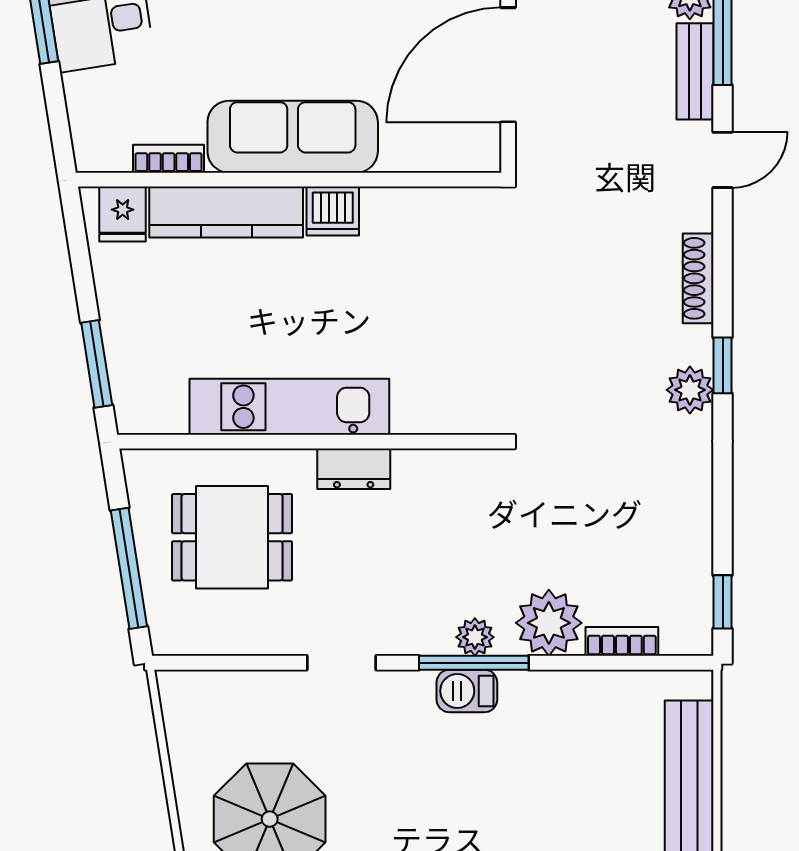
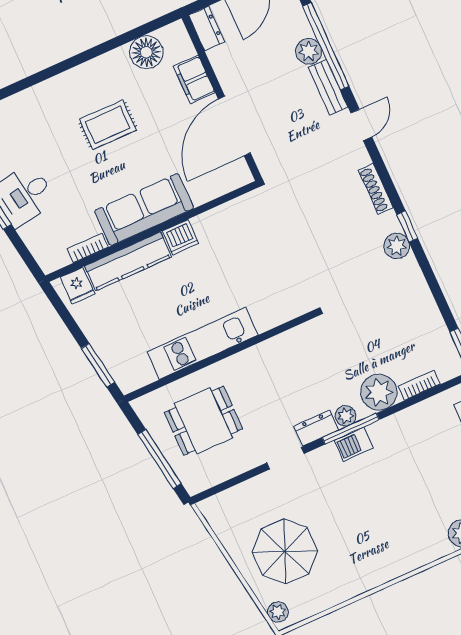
dresser: (354, 469) -> (316, 428), moved, turned 180

